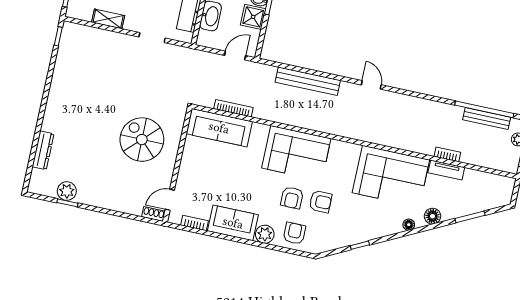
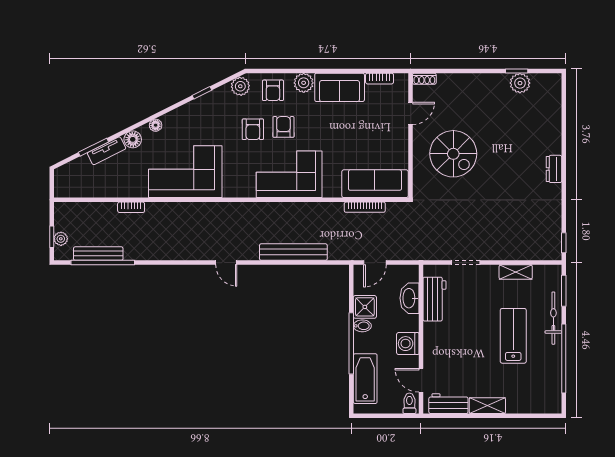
dresser: (43, 150) -> (554, 169), moved, width x0.70
tv unit: (446, 170) -> (107, 151), moved, turned 153
door: (170, 200) -> (411, 113), moved
armchair: (320, 202) -> (253, 129), turned -90
plant: (323, 244) -> (240, 86), added

